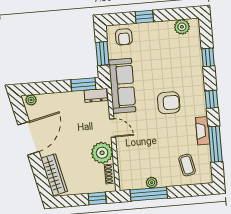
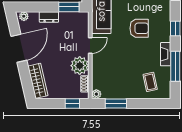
dresser: (96, 95) -> (49, 17), moved
door: (113, 128) -> (90, 45), hinge flipped
plant: (152, 183) -> (96, 94), moved
window: (149, 194) -> (116, 104), width x0.69

